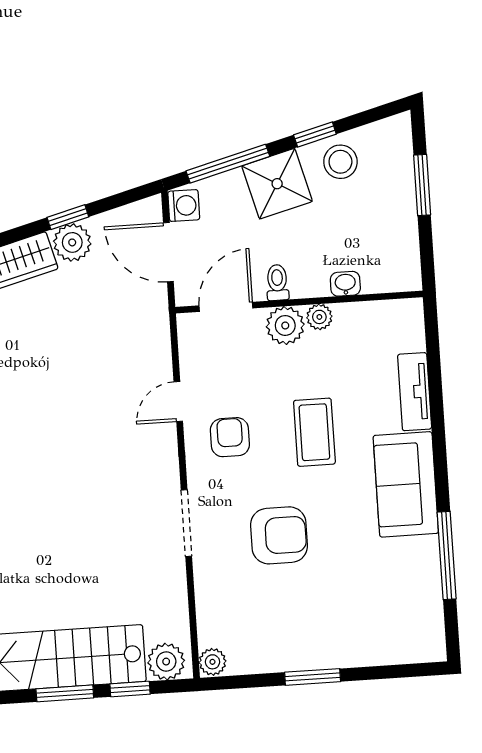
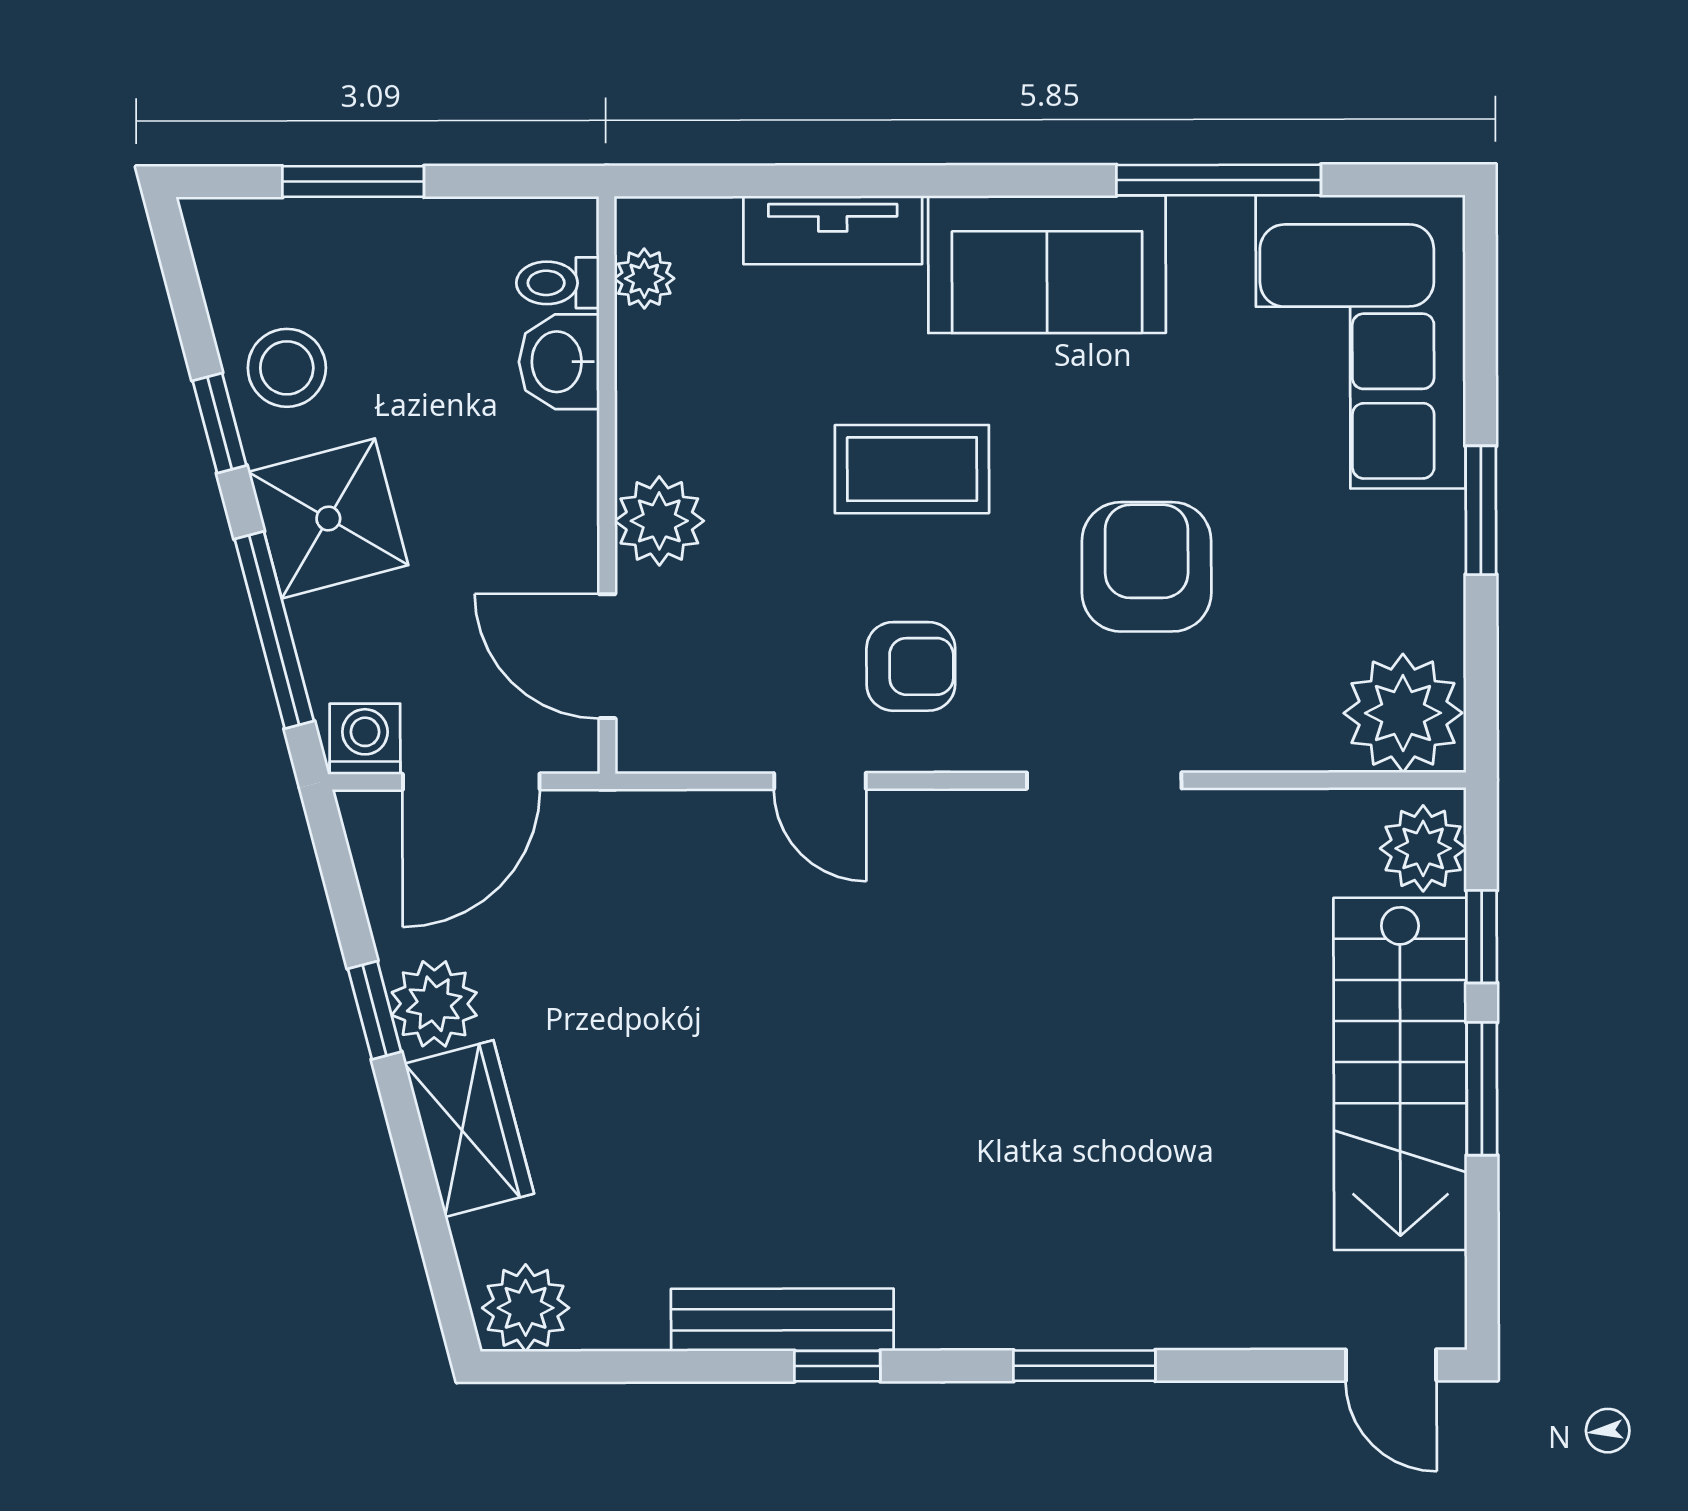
toilet: (277, 282) -> (558, 283), moved
washbasin: (345, 284) -> (559, 362), width x1.38, depth x1.45
plant: (319, 317) -> (644, 279), moved
armchair: (230, 437) -> (911, 666), turned 180
corner sofa: (381, 621) -> (1361, 342), added
plant: (212, 662) -> (1403, 713), width x1.87, depth x1.87

